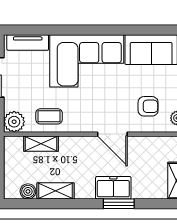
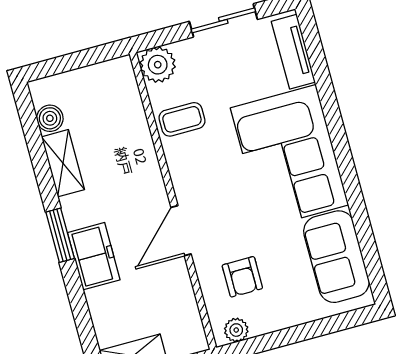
coffee table: (49, 116) -> (182, 119), turned 90
shelving: (41, 144) -> (134, 118), removed
window: (119, 204) -> (60, 235), moved

